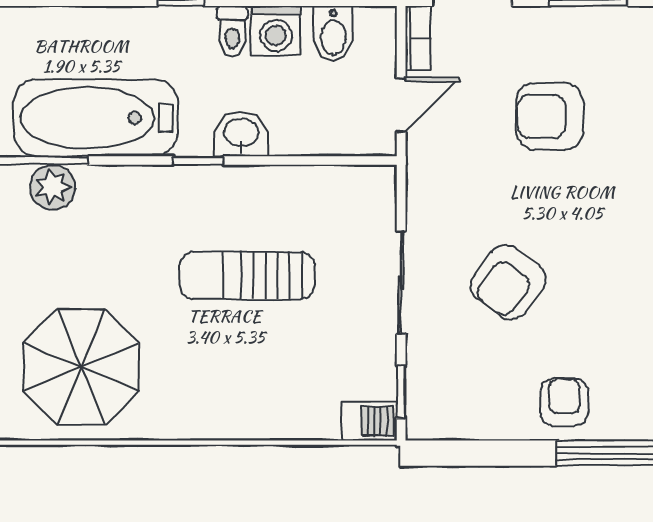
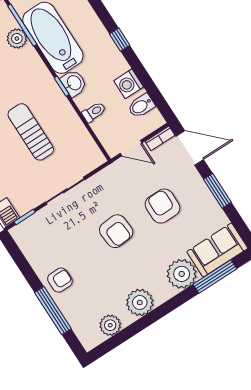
toilet: (232, 31) -> (94, 112), moved, turned 180
washbasin: (241, 134) -> (74, 83), moved
armchair: (508, 282) -> (116, 231), moved, turned -132

